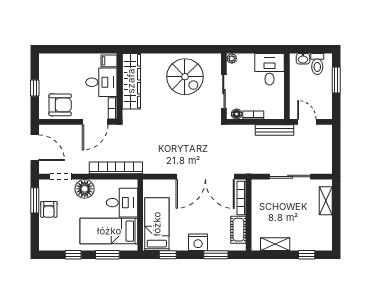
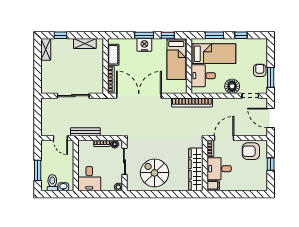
bookcase: (116, 168) -> (192, 102), moved
shelving: (326, 201) -> (46, 49), moved
window: (216, 255) -> (144, 35), moved

